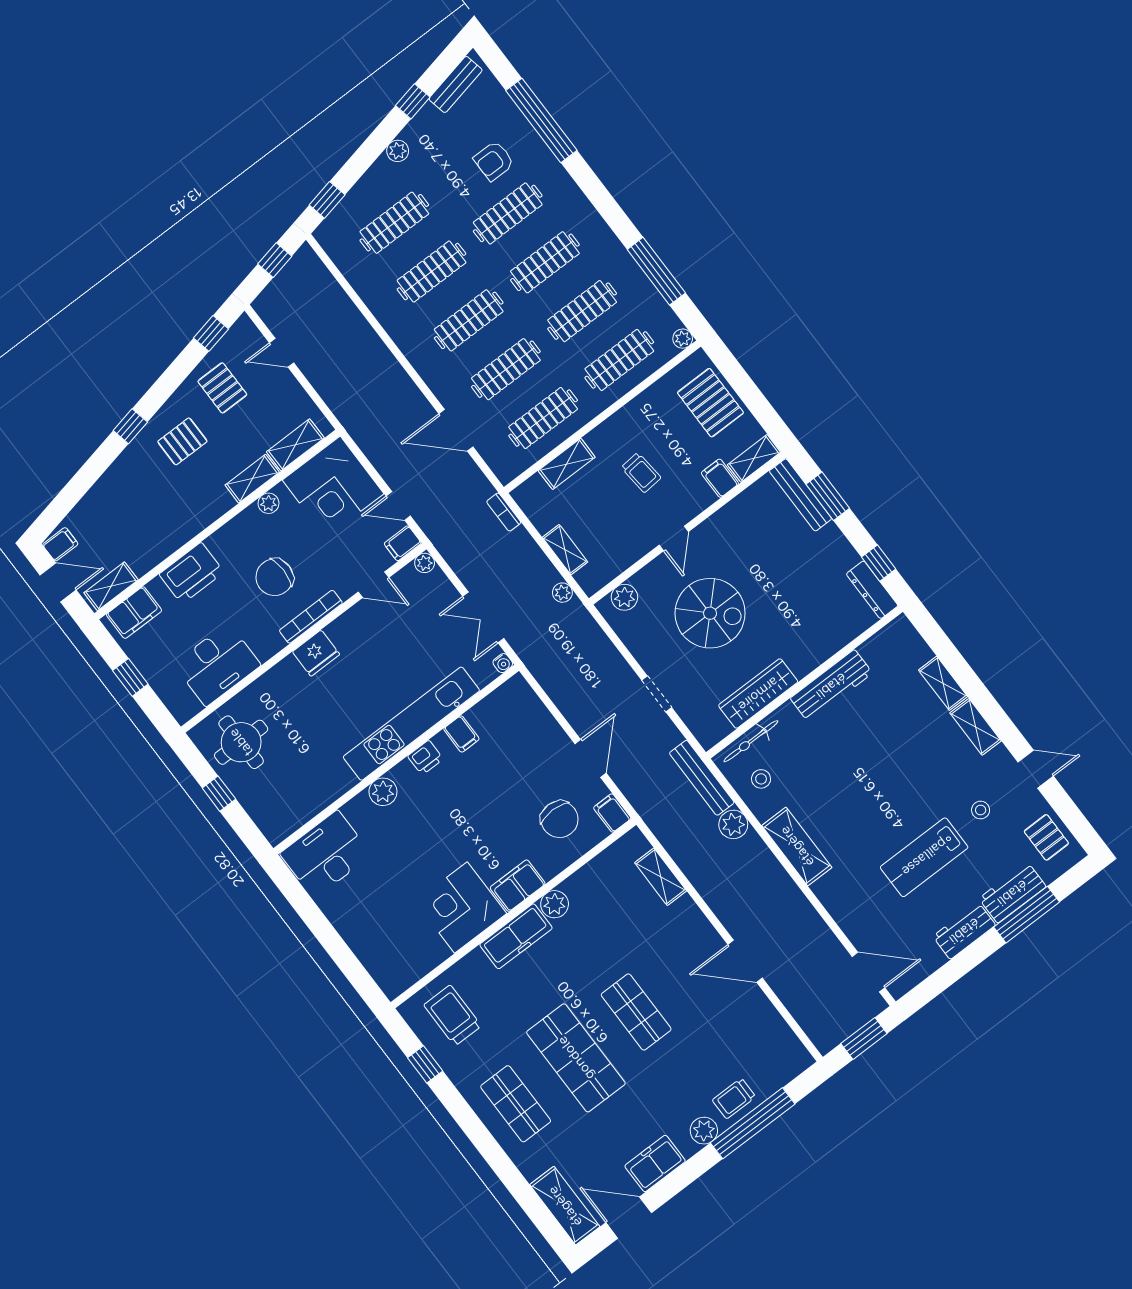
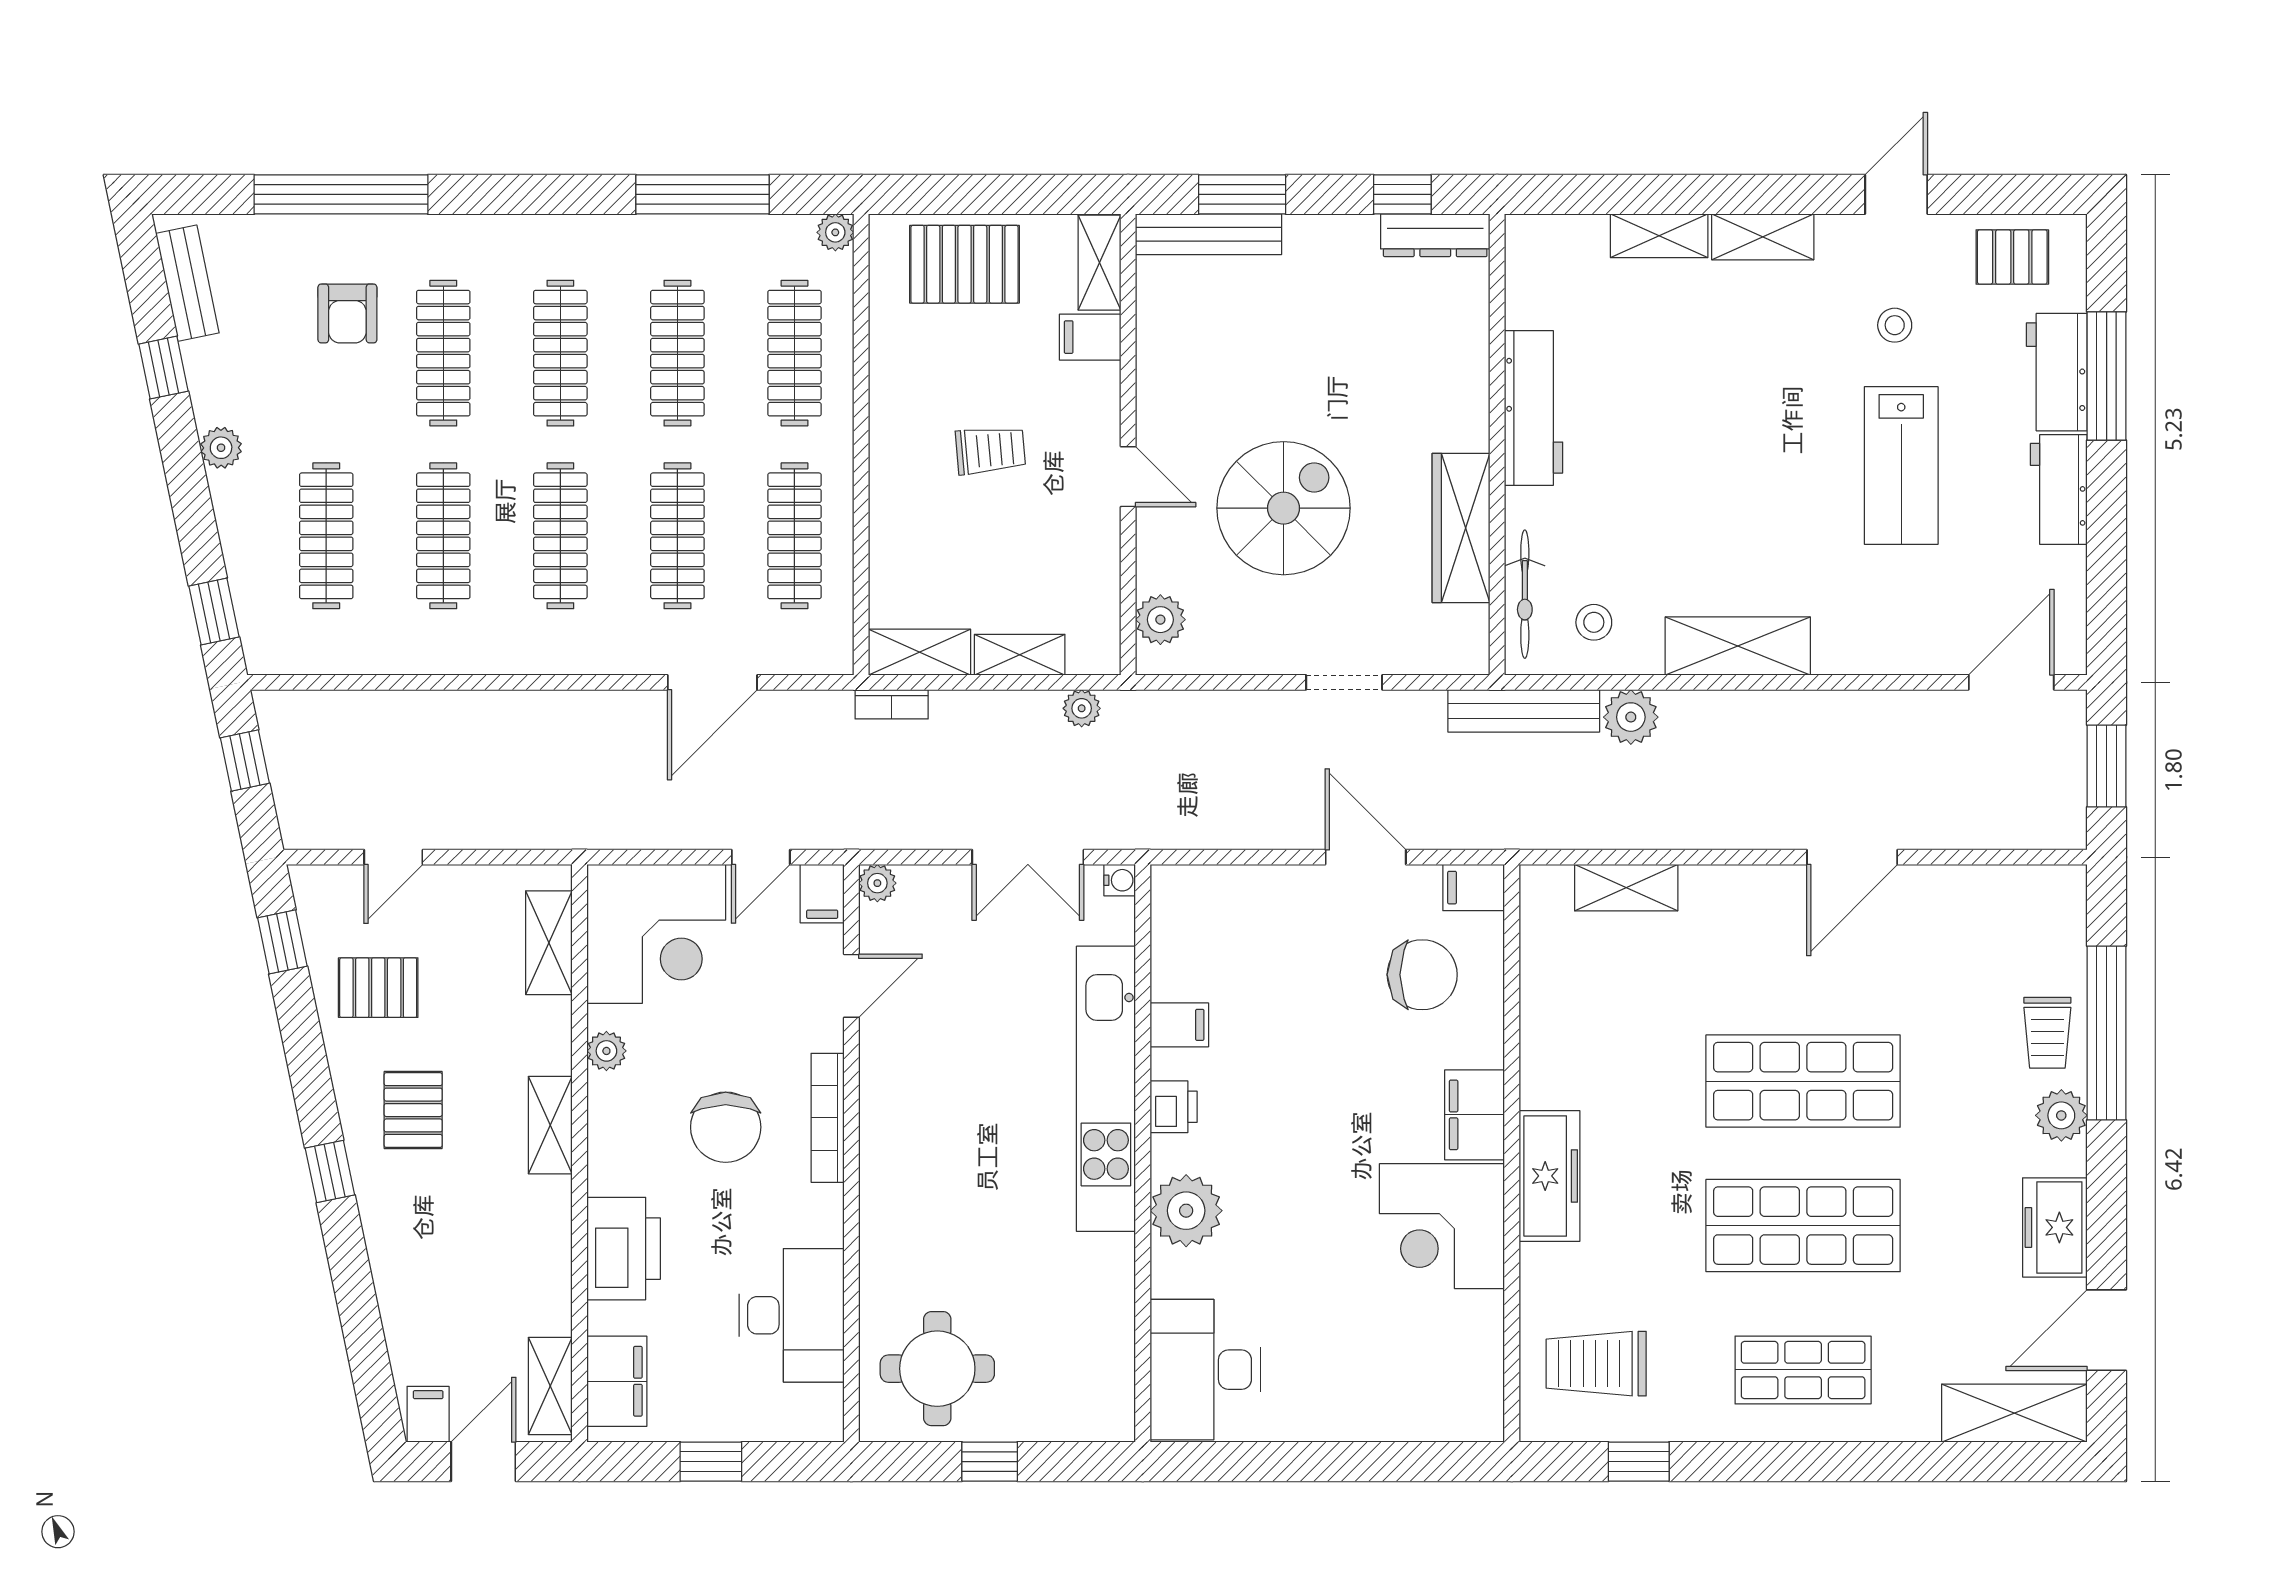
shelving: (567, 464) -> (919, 652), moved, turned 90
shelving: (252, 479) -> (550, 1125), moved
fridge: (316, 653) -> (889, 1152), removed
plant: (383, 792) -> (1186, 1211), width x1.36, depth x1.36
plant: (555, 904) -> (1545, 1080), removed
shop shelf: (636, 1012) -> (1803, 1081), width x1.43, depth x1.36

